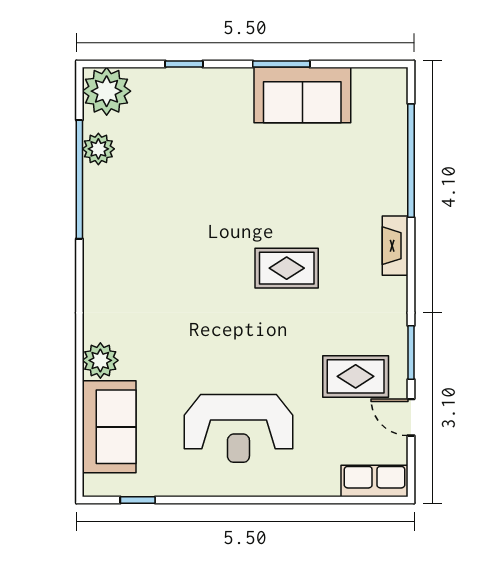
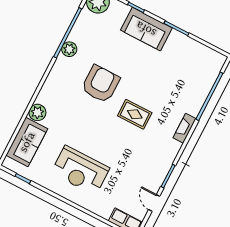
sofa: (302, 95) -> (146, 29), moved
plant: (98, 149) -> (69, 49), moved
armchair: (192, 244) -> (101, 84), added
rug: (356, 376) -> (140, 174), removed

